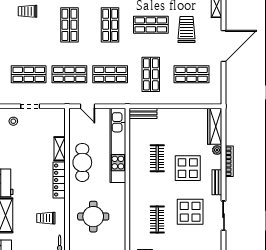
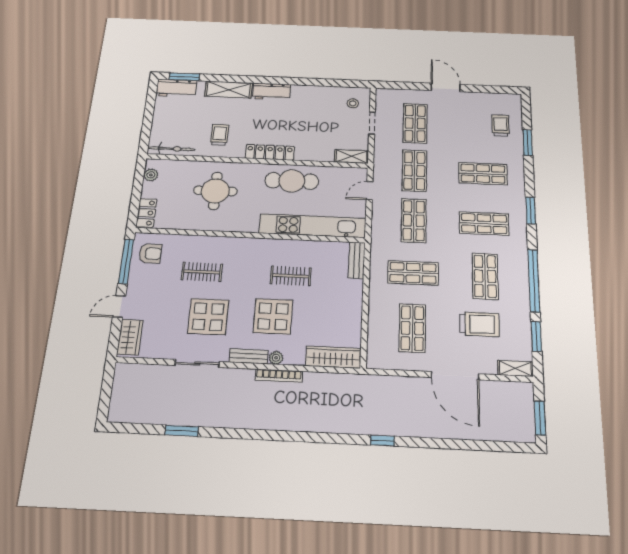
shelving: (60, 149) -> (352, 156), moved
plant: (217, 150) -> (276, 358), moved

